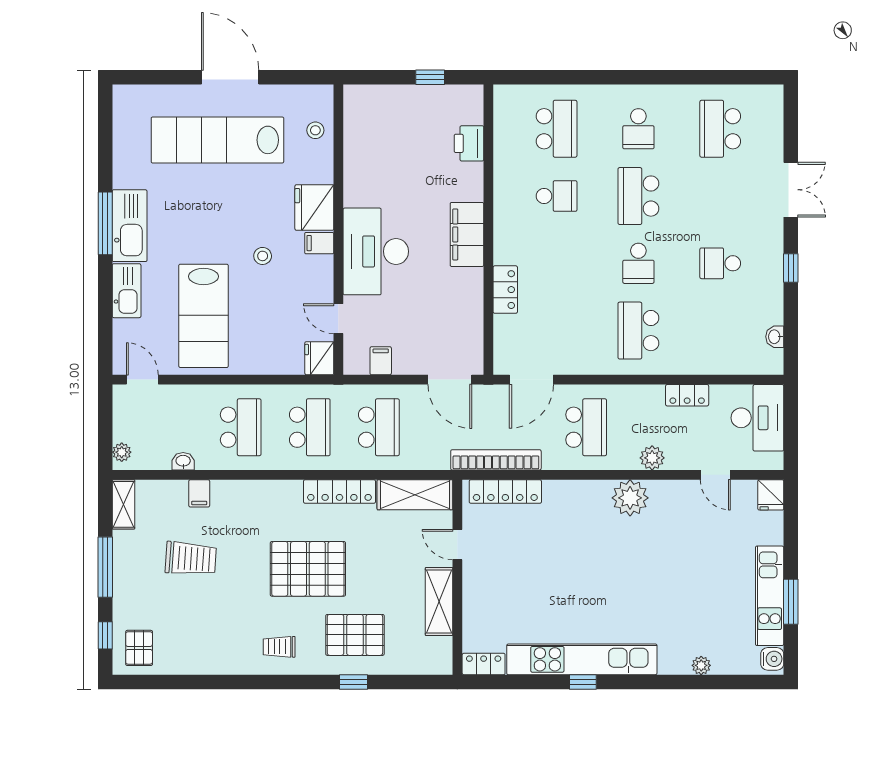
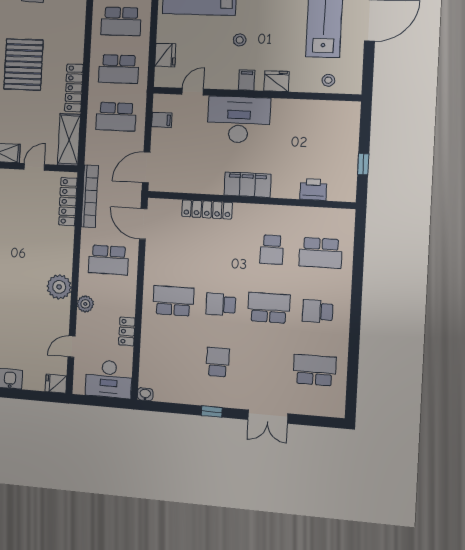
fridge: (314, 208) -> (277, 81), width x0.73, depth x0.75
locker: (505, 290) -> (207, 209), width x1.53
washbasin: (775, 337) -> (145, 394), moved
fridge: (319, 358) -> (165, 55), moved, turned 90

